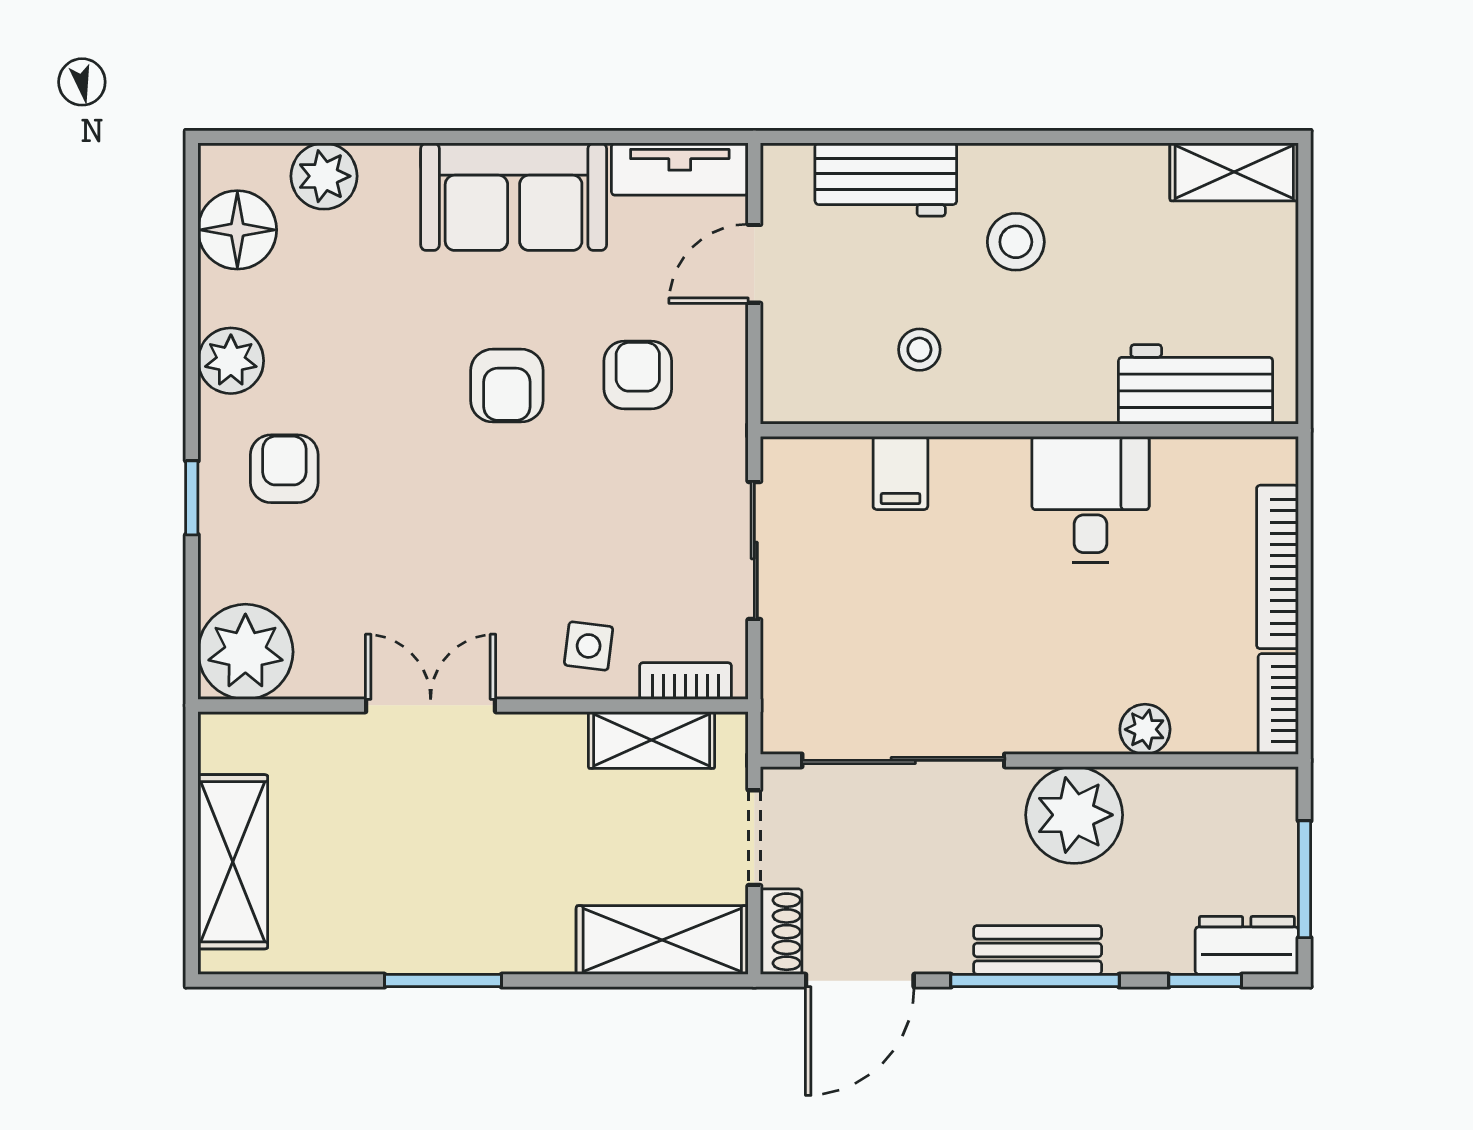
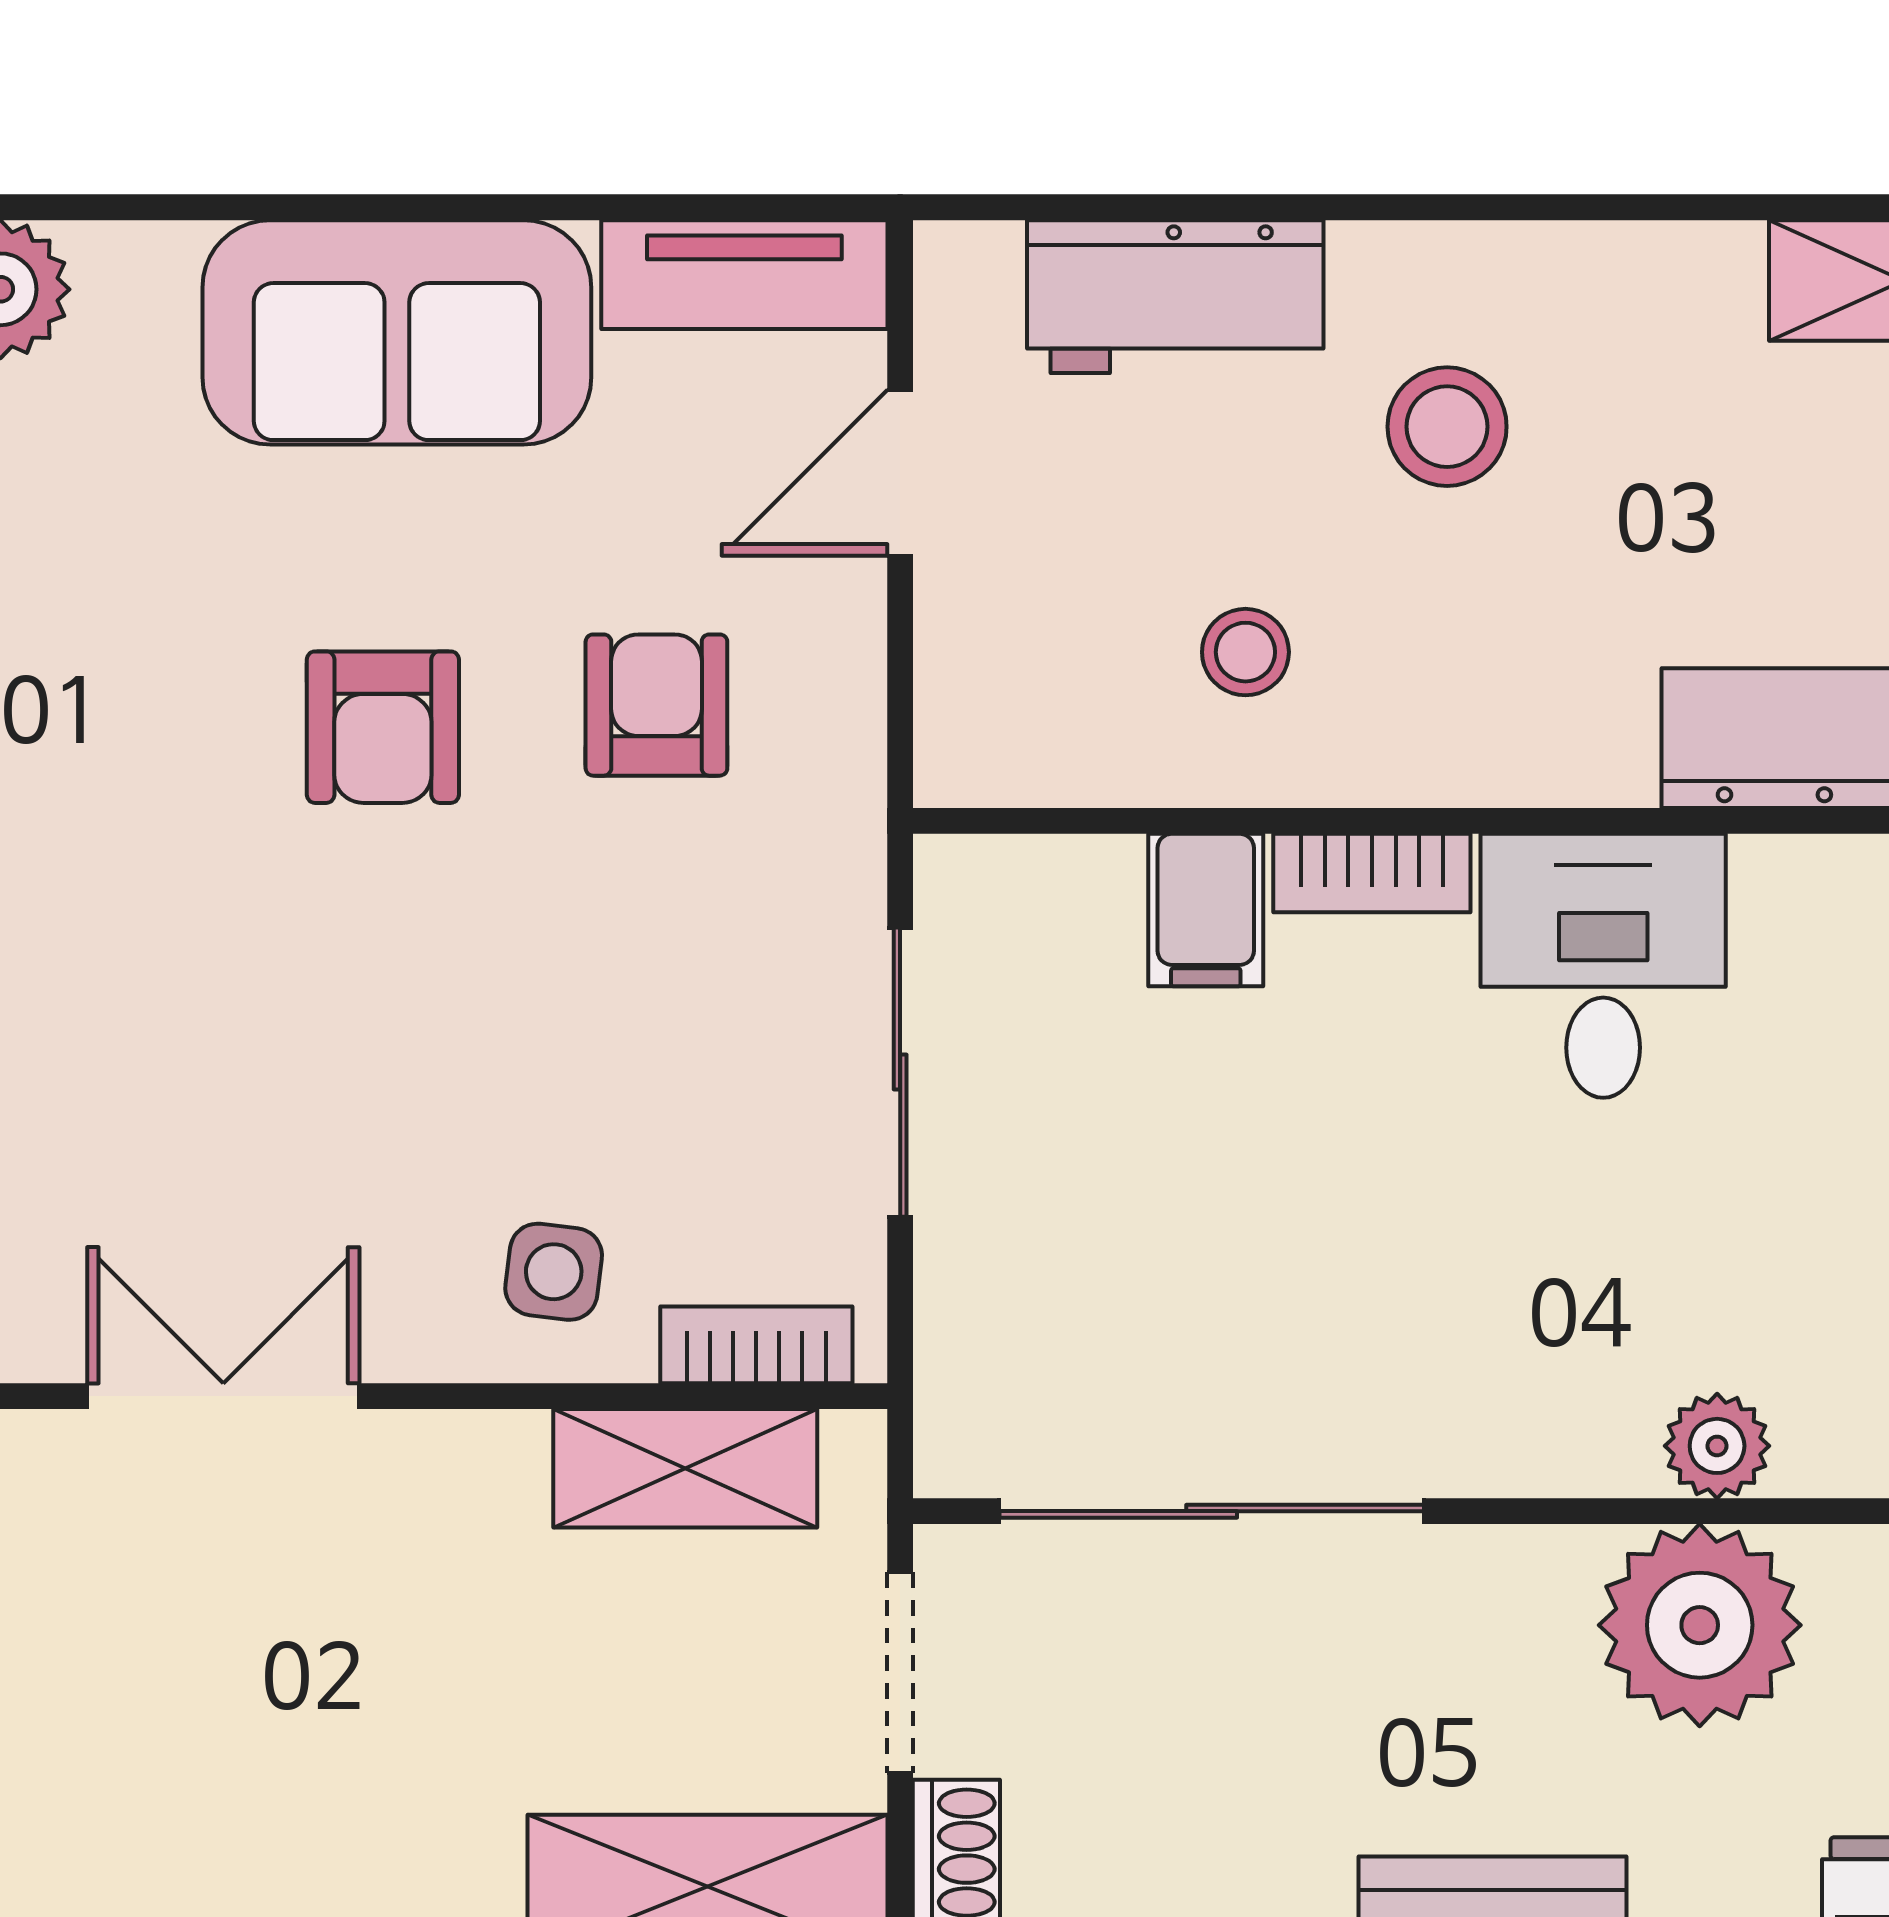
bookcase: (980, 455) -> (1372, 873), added
plant: (1074, 815) -> (1700, 1625), moved

